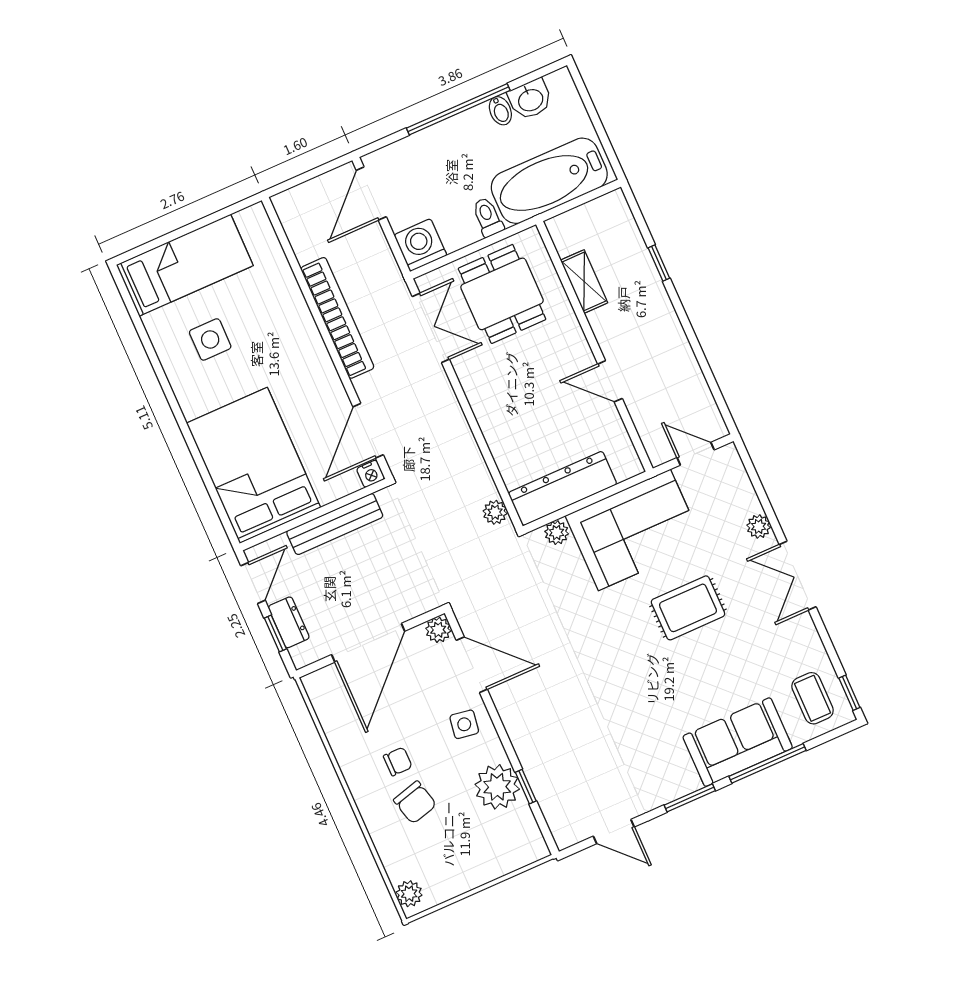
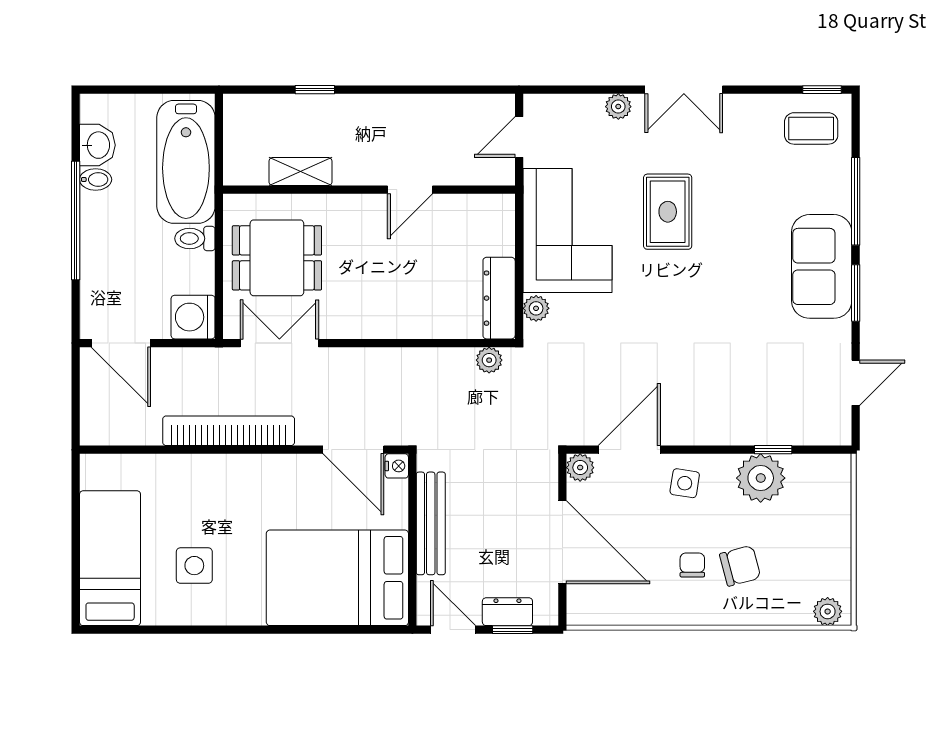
dresser: (563, 488) -> (499, 298), width x0.73, depth x0.80
sofa: (738, 742) -> (822, 266), moved

